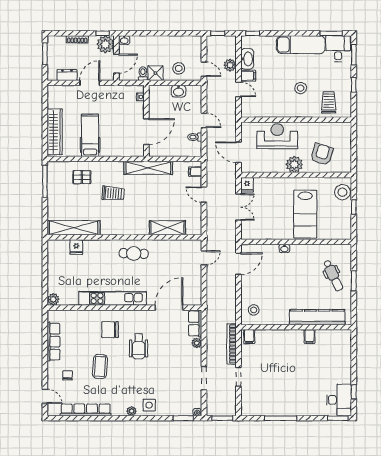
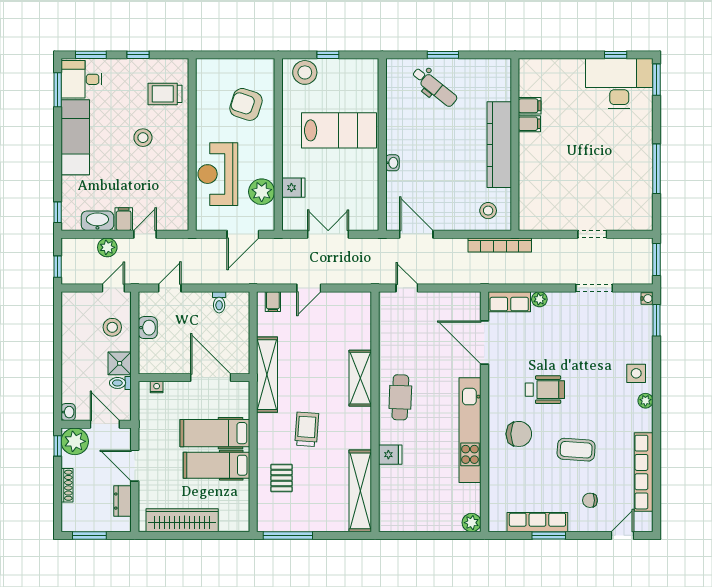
door: (204, 120) -> (170, 288), moved
wardrobe: (55, 132) -> (182, 520), moved
hospital bed: (111, 134) -> (215, 433), added
plant: (294, 164) -> (262, 192), moved
fridge: (247, 185) -> (293, 188), moved
shelving: (167, 228) -> (360, 378), moved
fridge: (76, 247) -> (390, 455), moved
dental chair: (333, 276) -> (435, 87), turned 64
kitchen counter: (317, 317) -> (499, 145), moved
chair: (110, 330) -> (519, 434), turned -90
filing cabinet: (249, 337) -> (530, 106), moved
bookcase: (232, 344) -> (500, 245), moved
window: (45, 349) -> (549, 535), added
desk: (339, 400) -> (619, 84), width x1.36, depth x1.30

